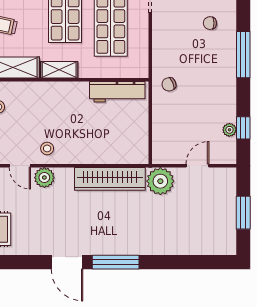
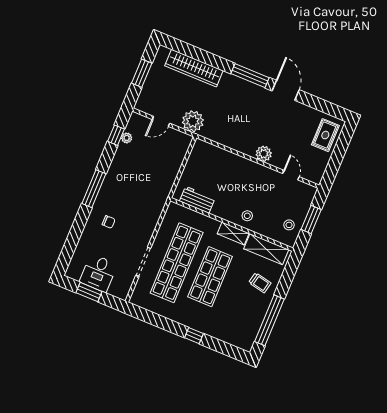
chair: (169, 84) -> (157, 190), removed
workbench: (117, 92) -> (197, 200), width x0.73
stool: (47, 148) -> (247, 216), moved
plant: (44, 178) -> (264, 154), moved
wardrobe: (110, 179) -> (194, 68), moved, turned 180

